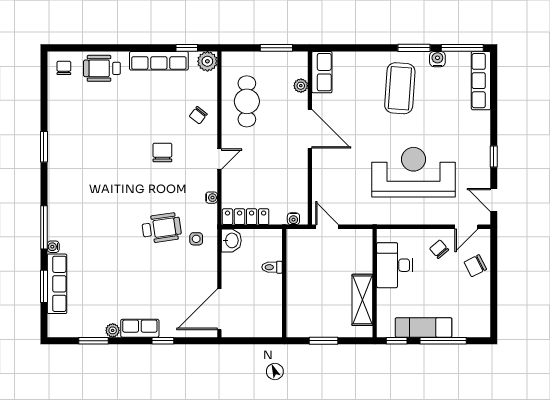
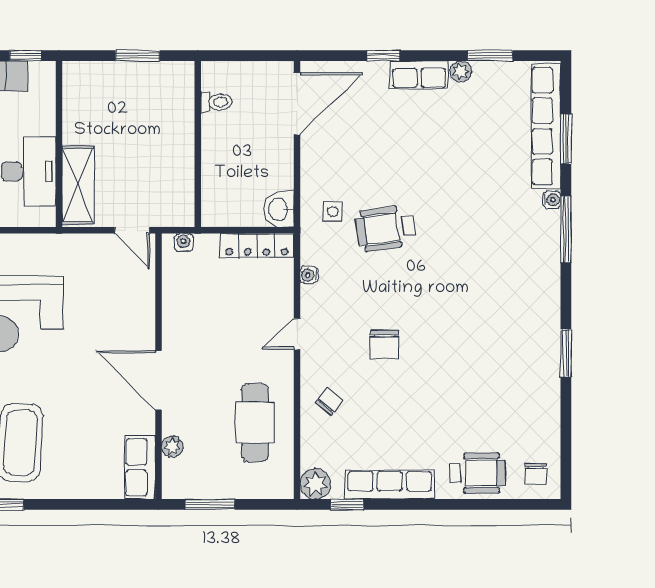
toilet: (272, 267) -> (216, 102), moved
row of seats: (57, 284) -> (546, 126), width x1.36
shelving: (362, 300) -> (78, 185), moved

